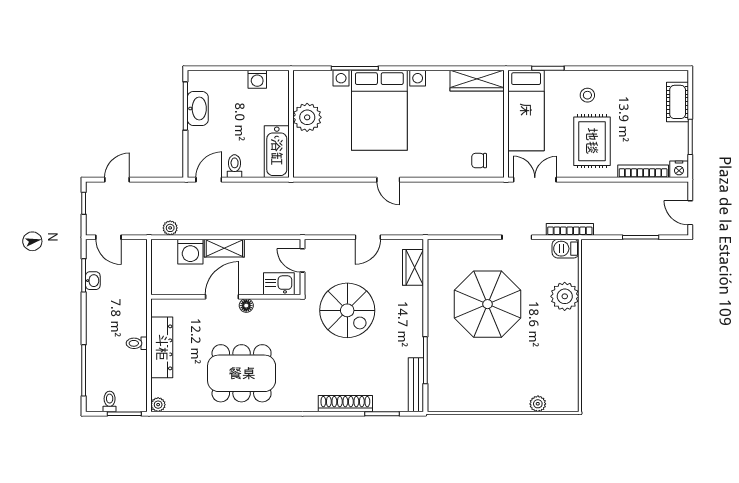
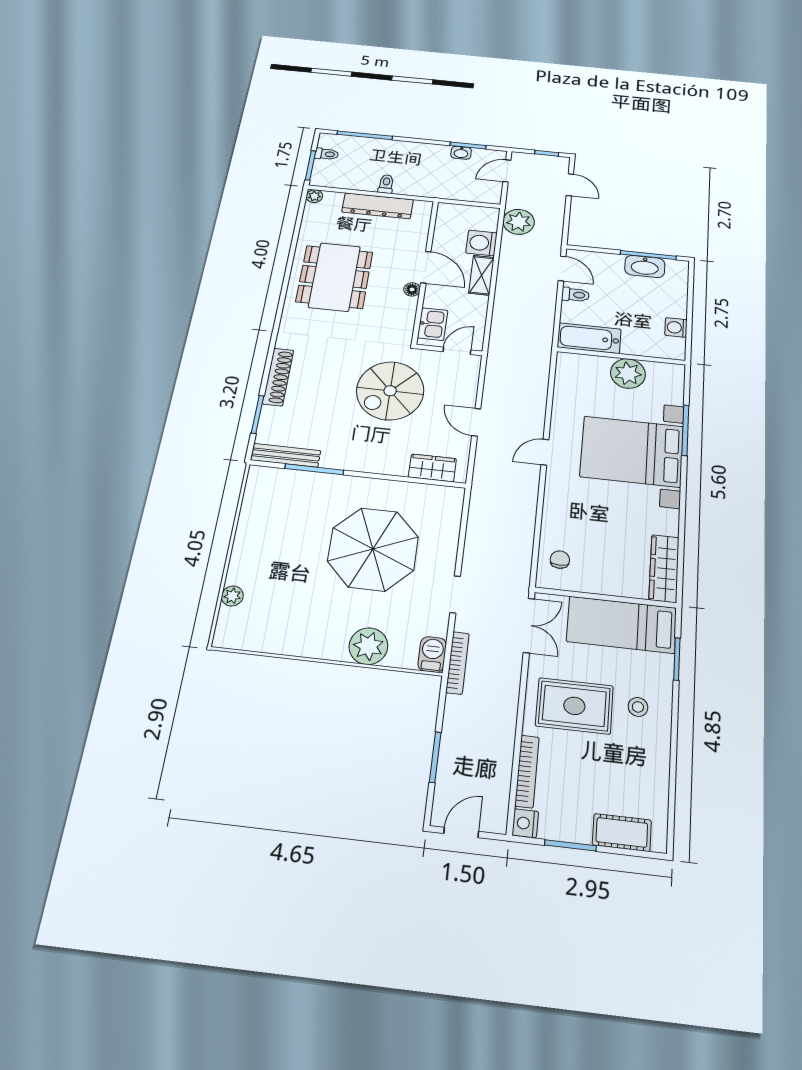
plant: (170, 228) -> (519, 222), width x1.88, depth x1.88

